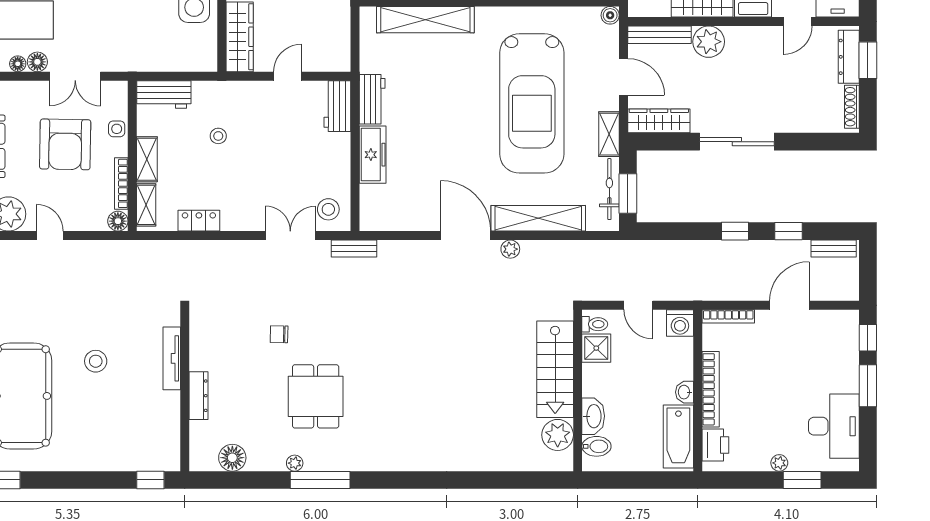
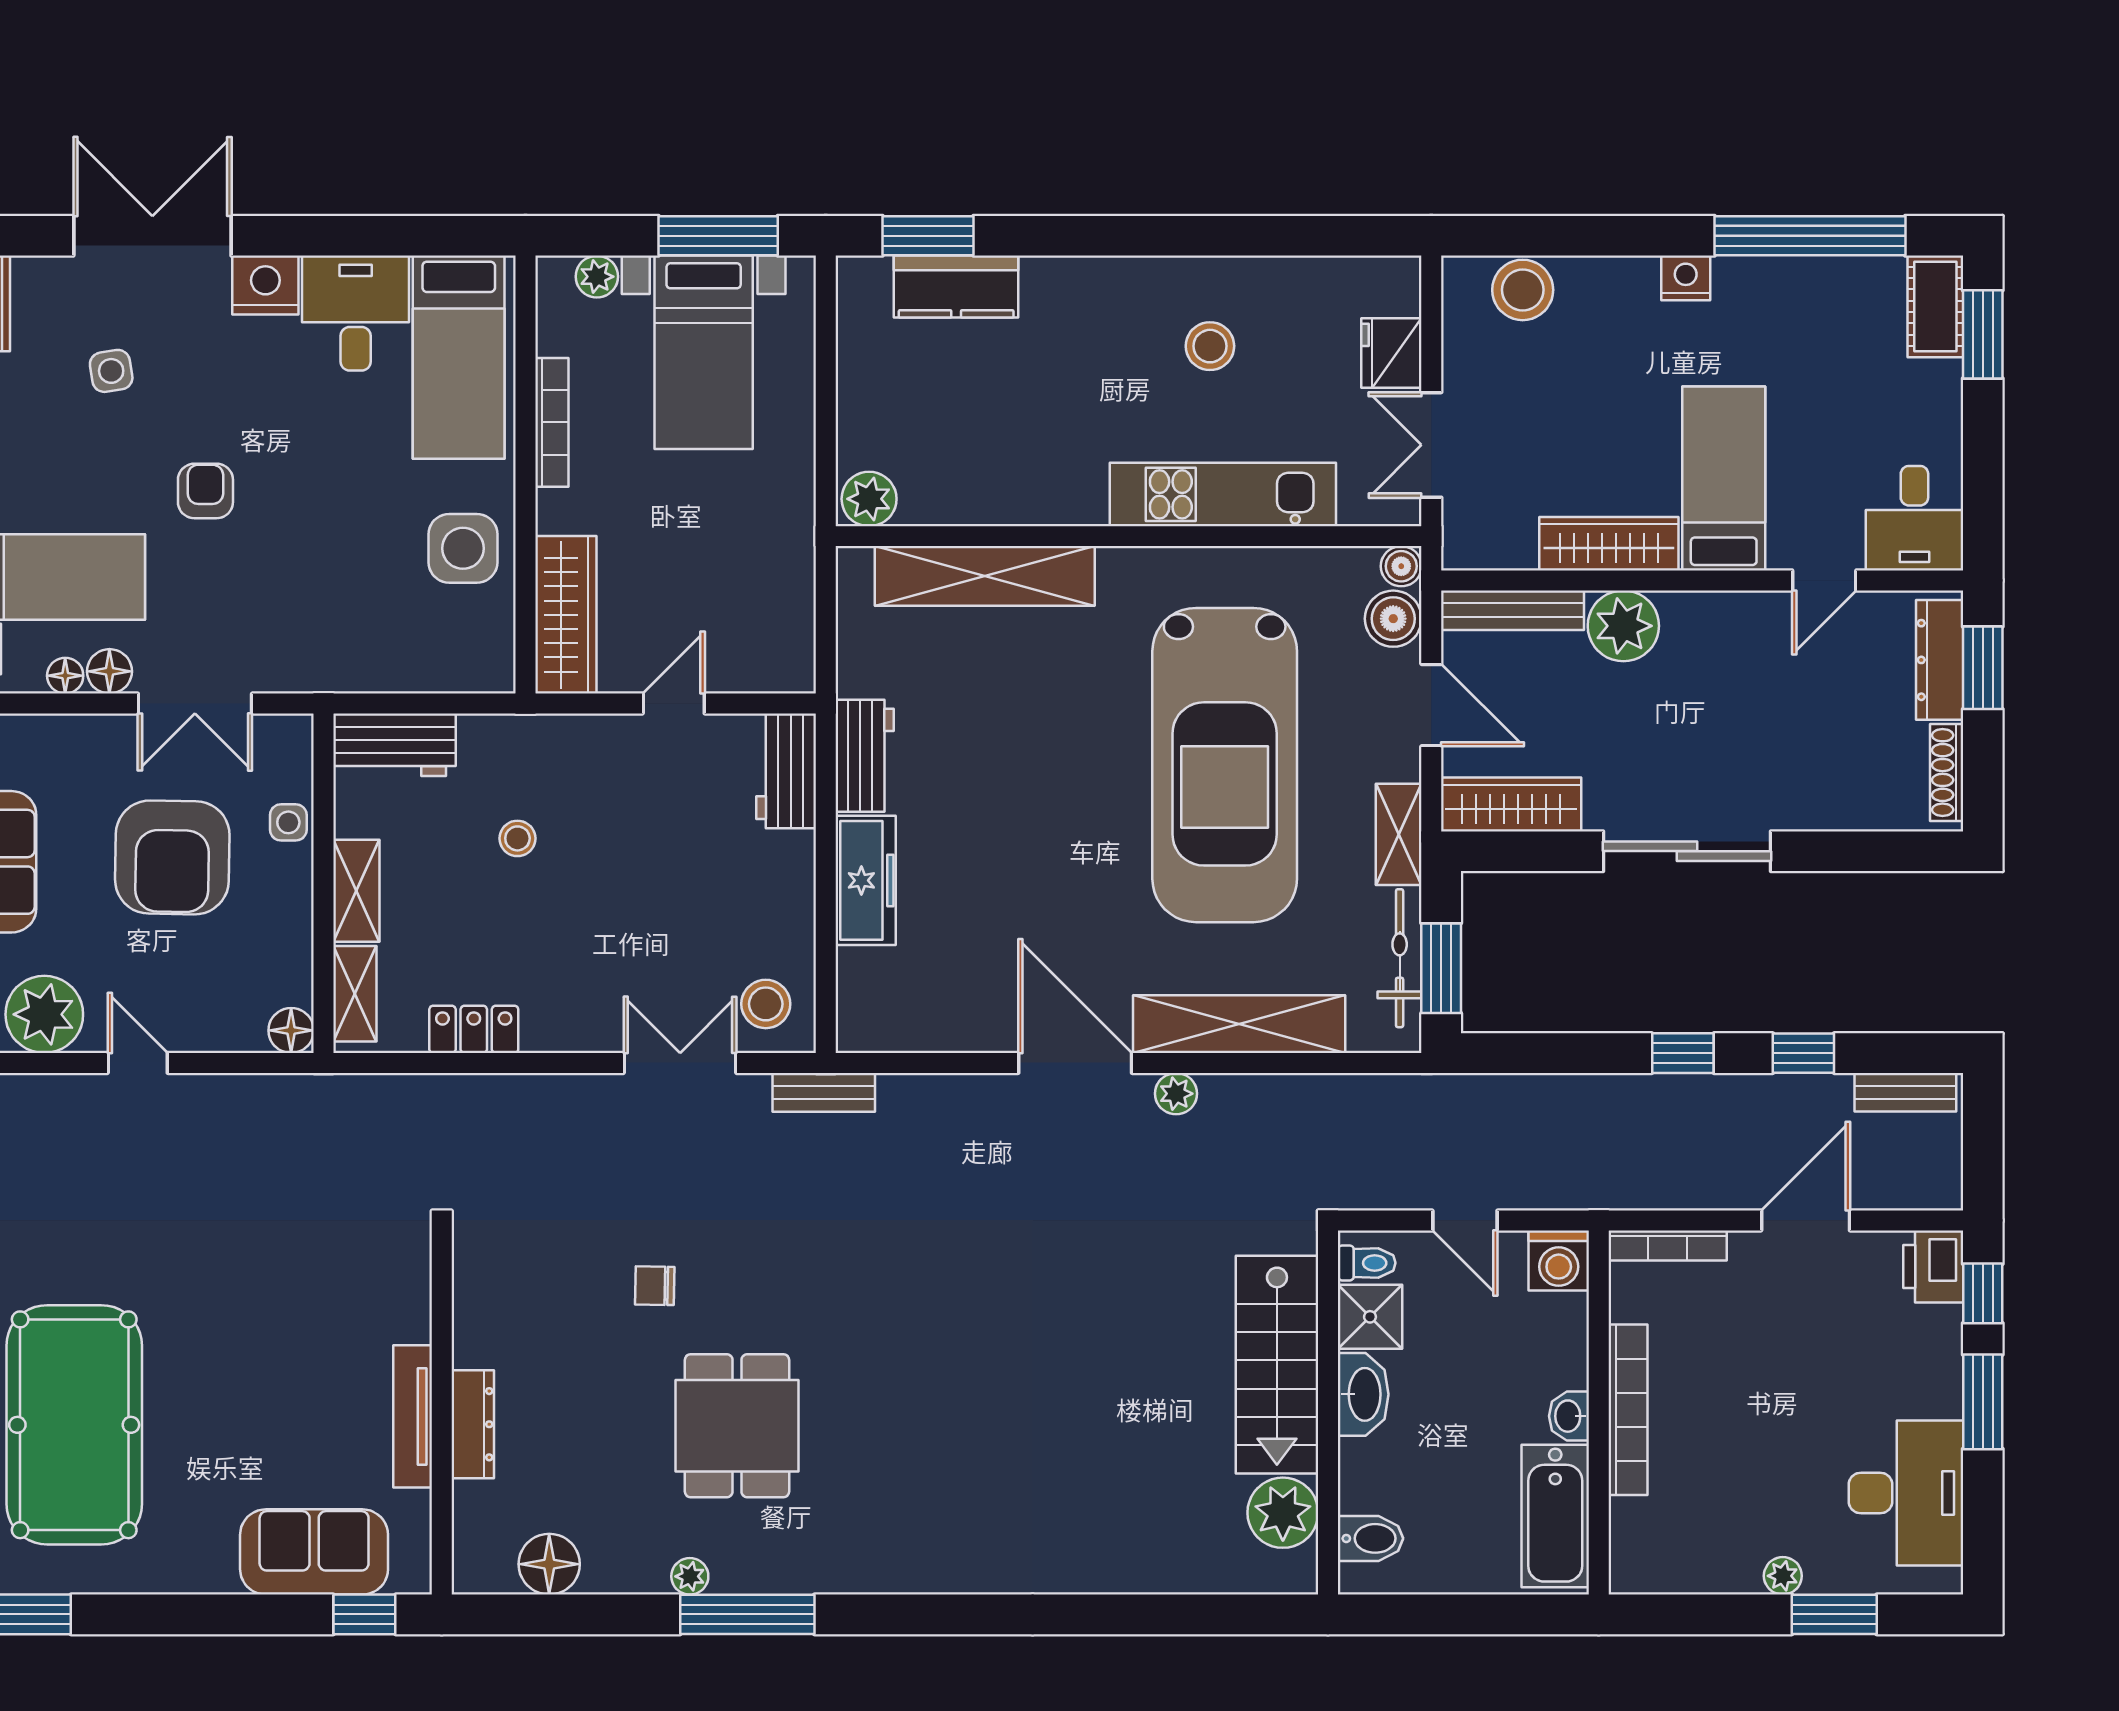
boiler: (607, 39) -> (1393, 619), added
bookcase: (121, 183) -> (299, 946), removed
tv unit: (172, 358) -> (413, 1416), moved
stool: (96, 361) -> (241, 1346), removed
washbasin: (593, 416) -> (1363, 1394), moved
printer: (715, 445) -> (1933, 1266), moved, turned 180
sofa: (128, 452) -> (314, 1552), added

